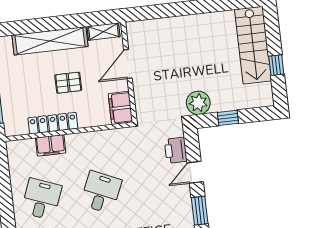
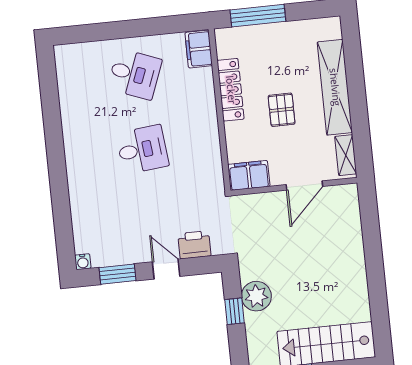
door: (128, 64) -> (304, 186), swing flipped
plant: (198, 103) -> (256, 296), moved
filing cabinet: (51, 145) -> (199, 49), moved
desk: (101, 192) -> (142, 150), turned -30

